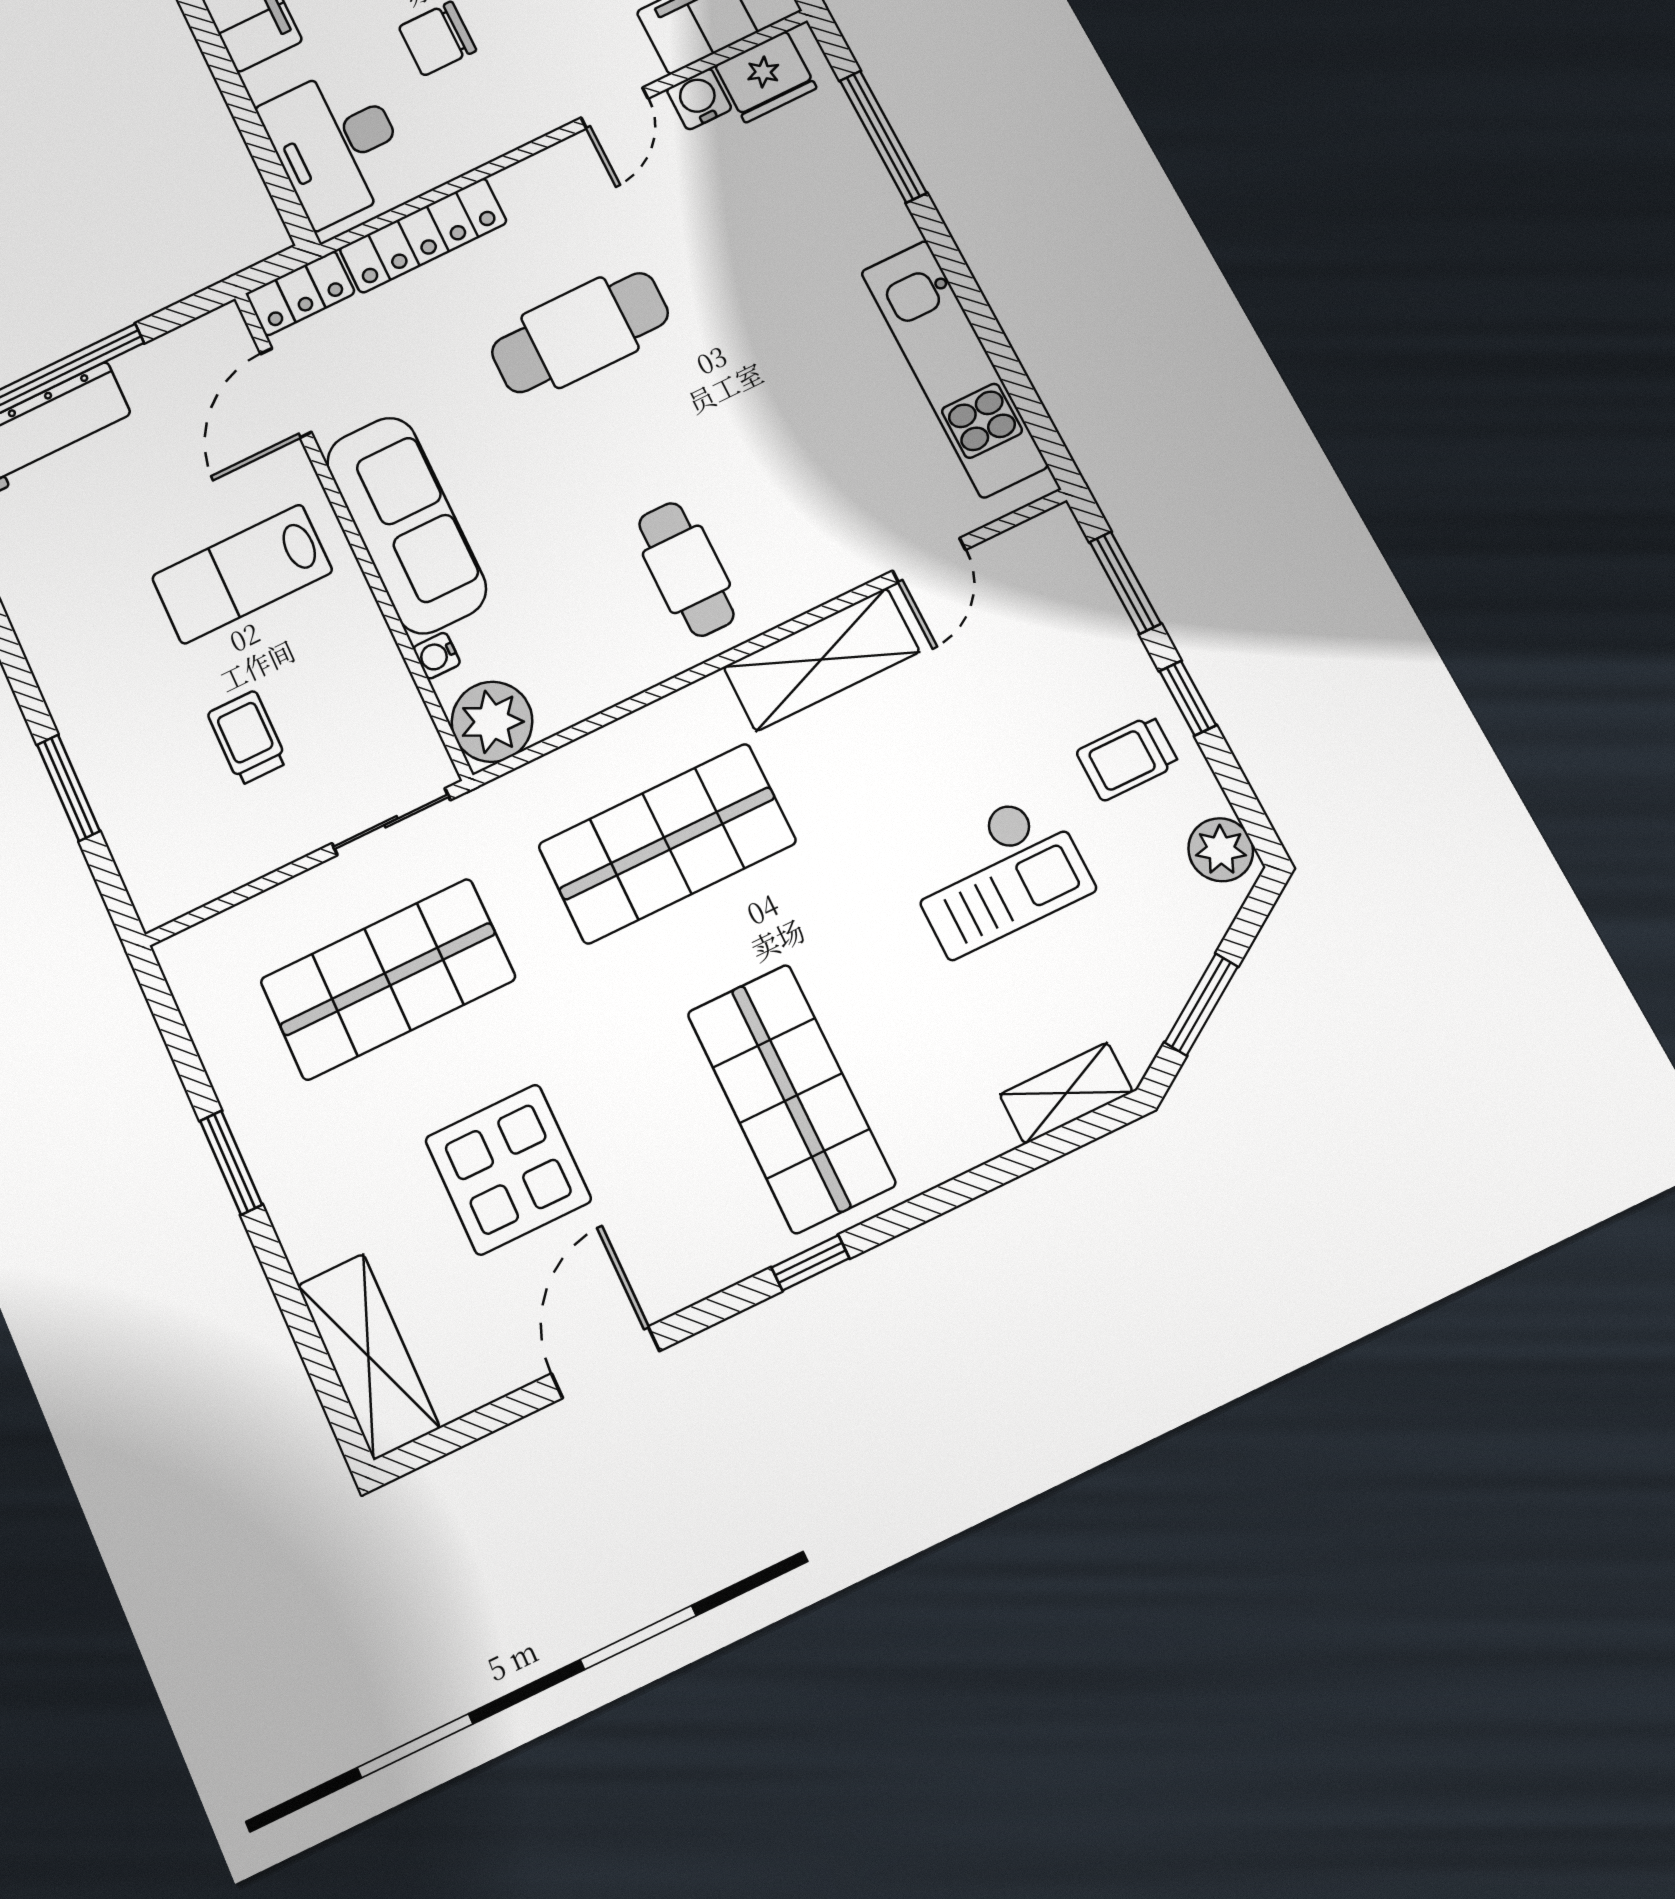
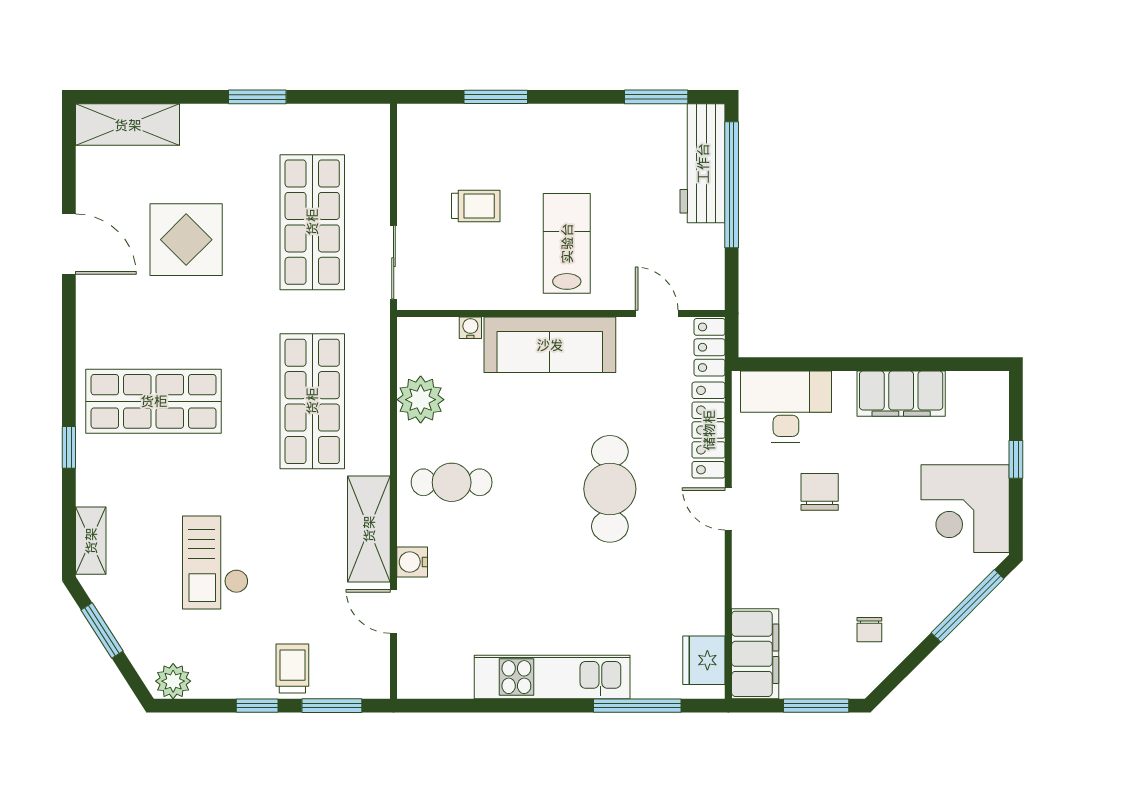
water cooler: (699, 99) -> (412, 562), moved, turned 180
door: (614, 108) -> (728, 509), moved
kitchen unit: (954, 368) -> (552, 677), moved
door: (286, 393) -> (657, 313), width x0.73
plant: (492, 722) -> (421, 400), moved
trolley: (1128, 758) -> (292, 669), moved
window: (810, 1263) -> (69, 447), moved

